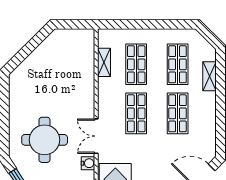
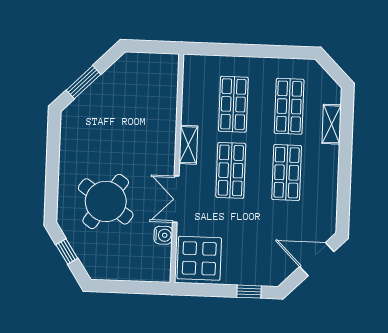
window: (25, 52) -> (83, 82), added
shelving: (104, 62) -> (188, 145), moved
round table: (45, 140) -> (106, 201), turned 35

